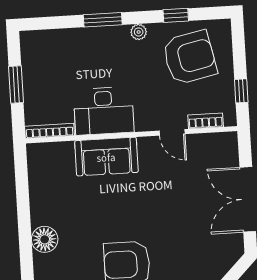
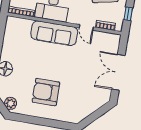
sofa: (106, 157) -> (54, 33), width x1.36

